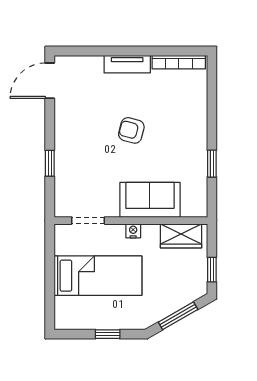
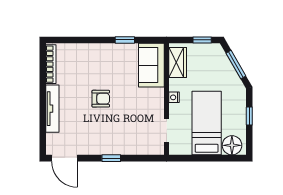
tv unit: (127, 64) -> (52, 109), width x1.41
armchair: (131, 130) -> (101, 99), turned -105
window: (50, 163) -> (111, 158), moved
sofa: (150, 200) -> (151, 65), moved
floor lamp: (67, 310) -> (232, 145), added

